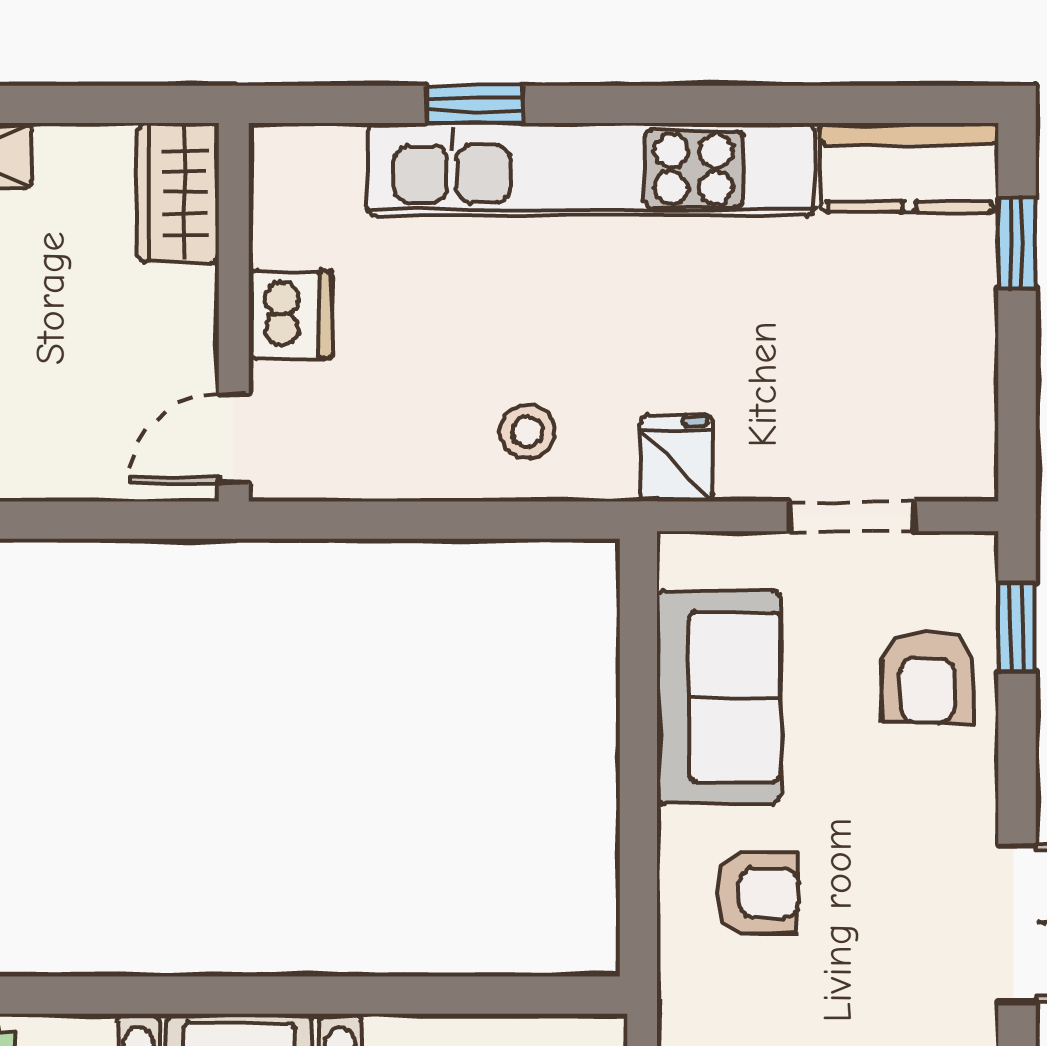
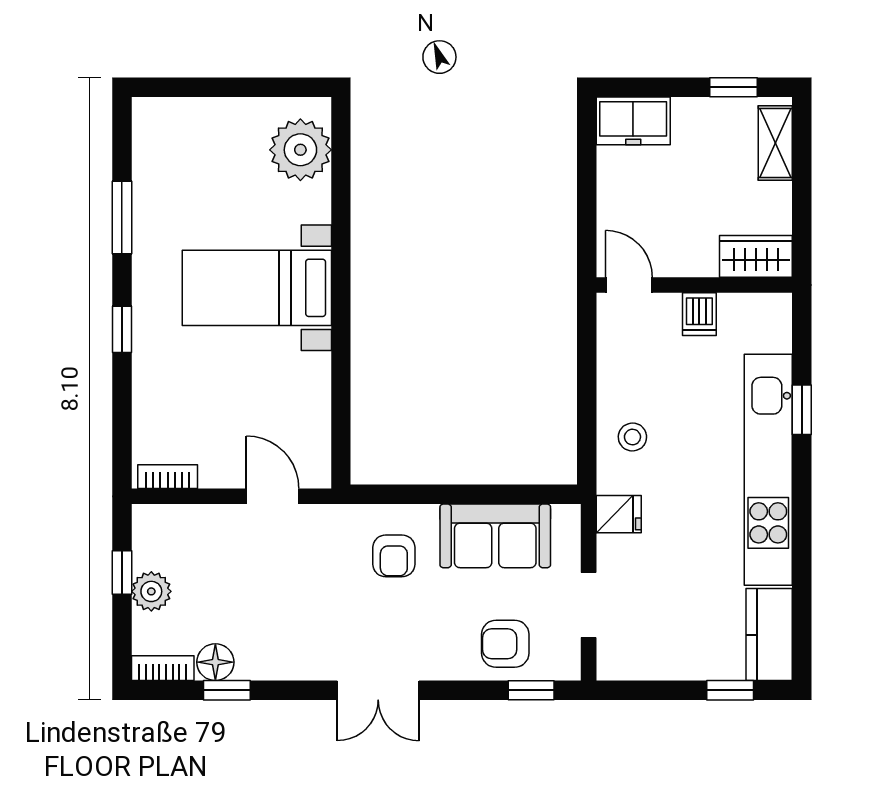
dishwasher: (290, 314) -> (699, 314), width x0.73

